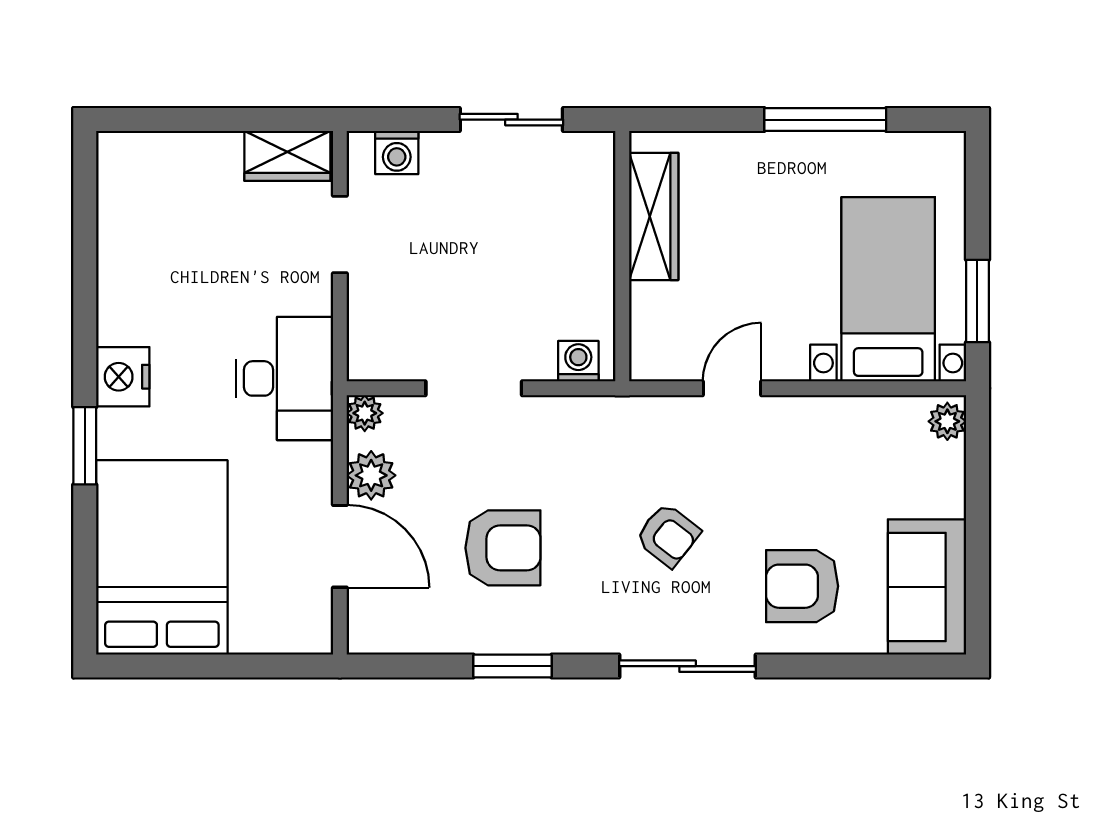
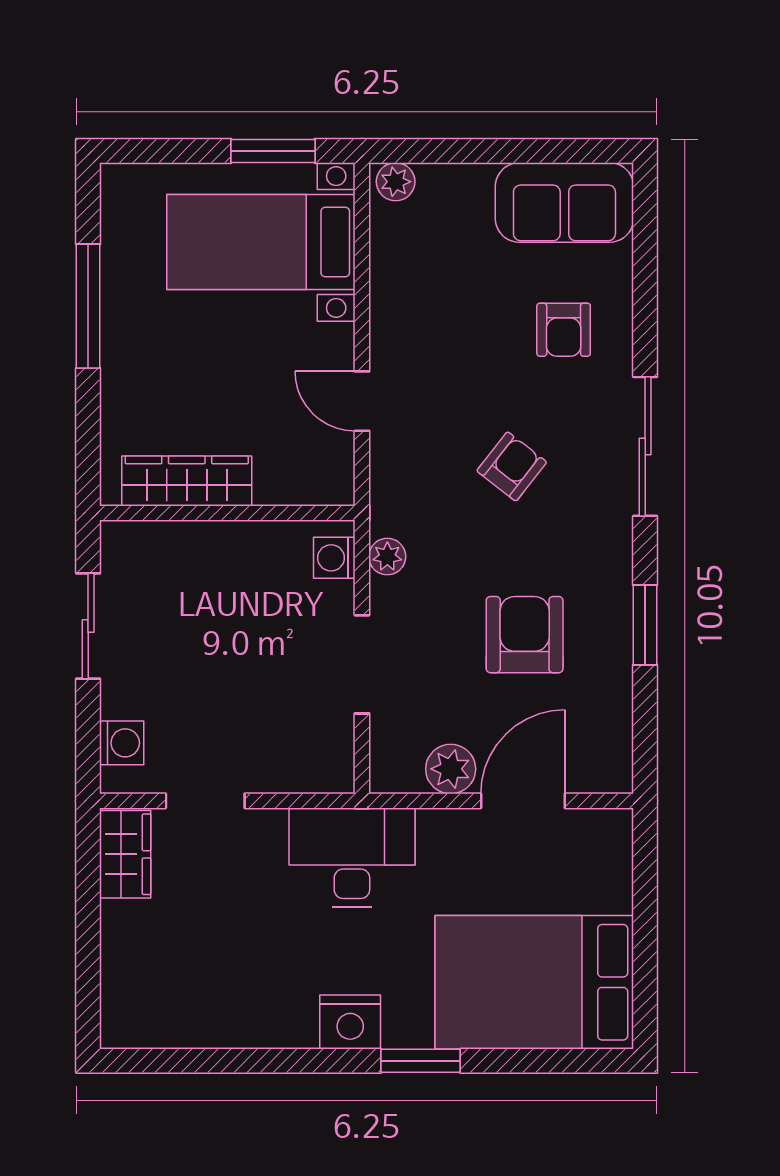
plant: (365, 413) -> (387, 557), moved
armchair: (802, 586) -> (564, 330), width x0.72, depth x0.72

